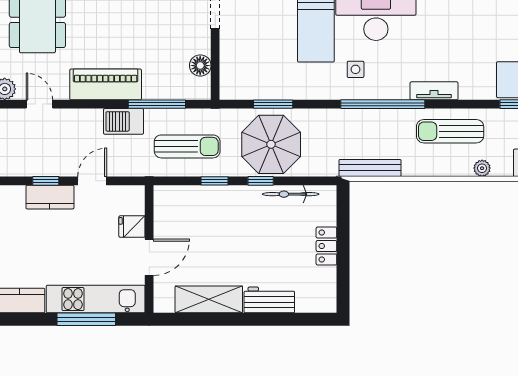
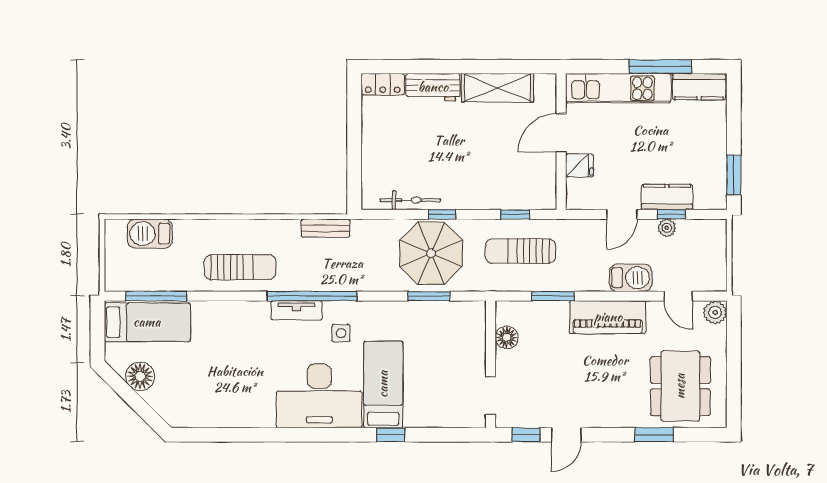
tv unit: (434, 91) -> (296, 310), moved
window: (157, 104) -> (553, 296), width x0.69
barbecue: (123, 121) -> (631, 278), moved
bench: (370, 168) -> (326, 228), width x0.73
plant: (482, 168) -> (667, 228), moved
window: (215, 181) -> (515, 214), moved
locker: (326, 246) -> (383, 84), moved, turned 90
window: (86, 319) -> (660, 67), moved

